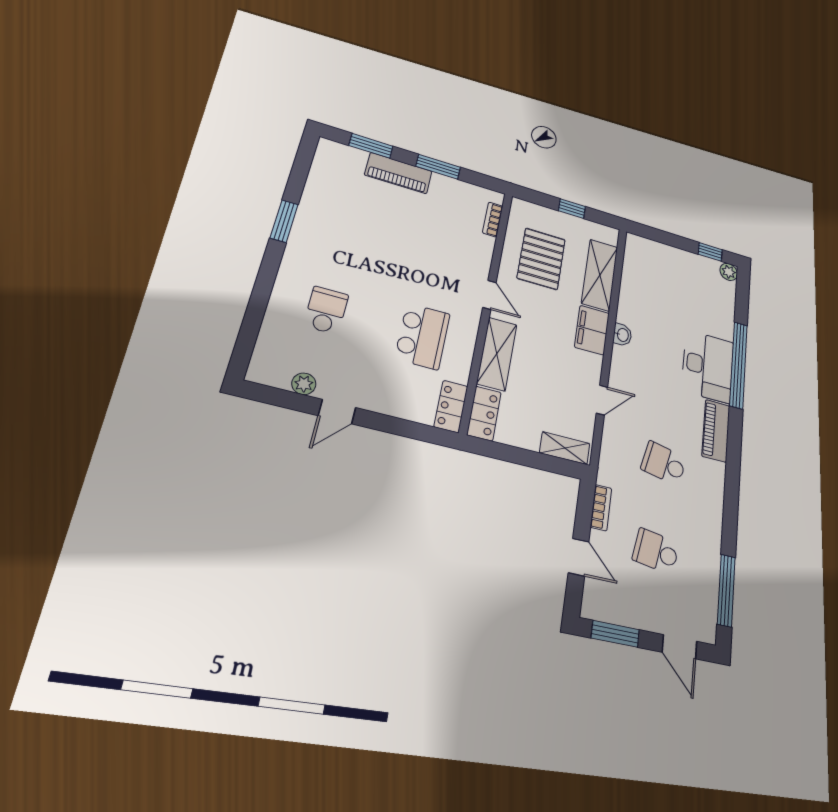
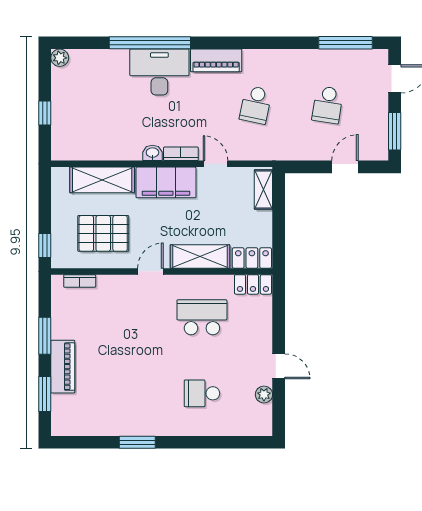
window: (572, 209) -> (45, 245), moved
window: (710, 252) -> (45, 113), moved
filing cabinet: (592, 330) -> (166, 182), width x1.50, depth x1.17
bookcase: (601, 508) -> (181, 154), moved

